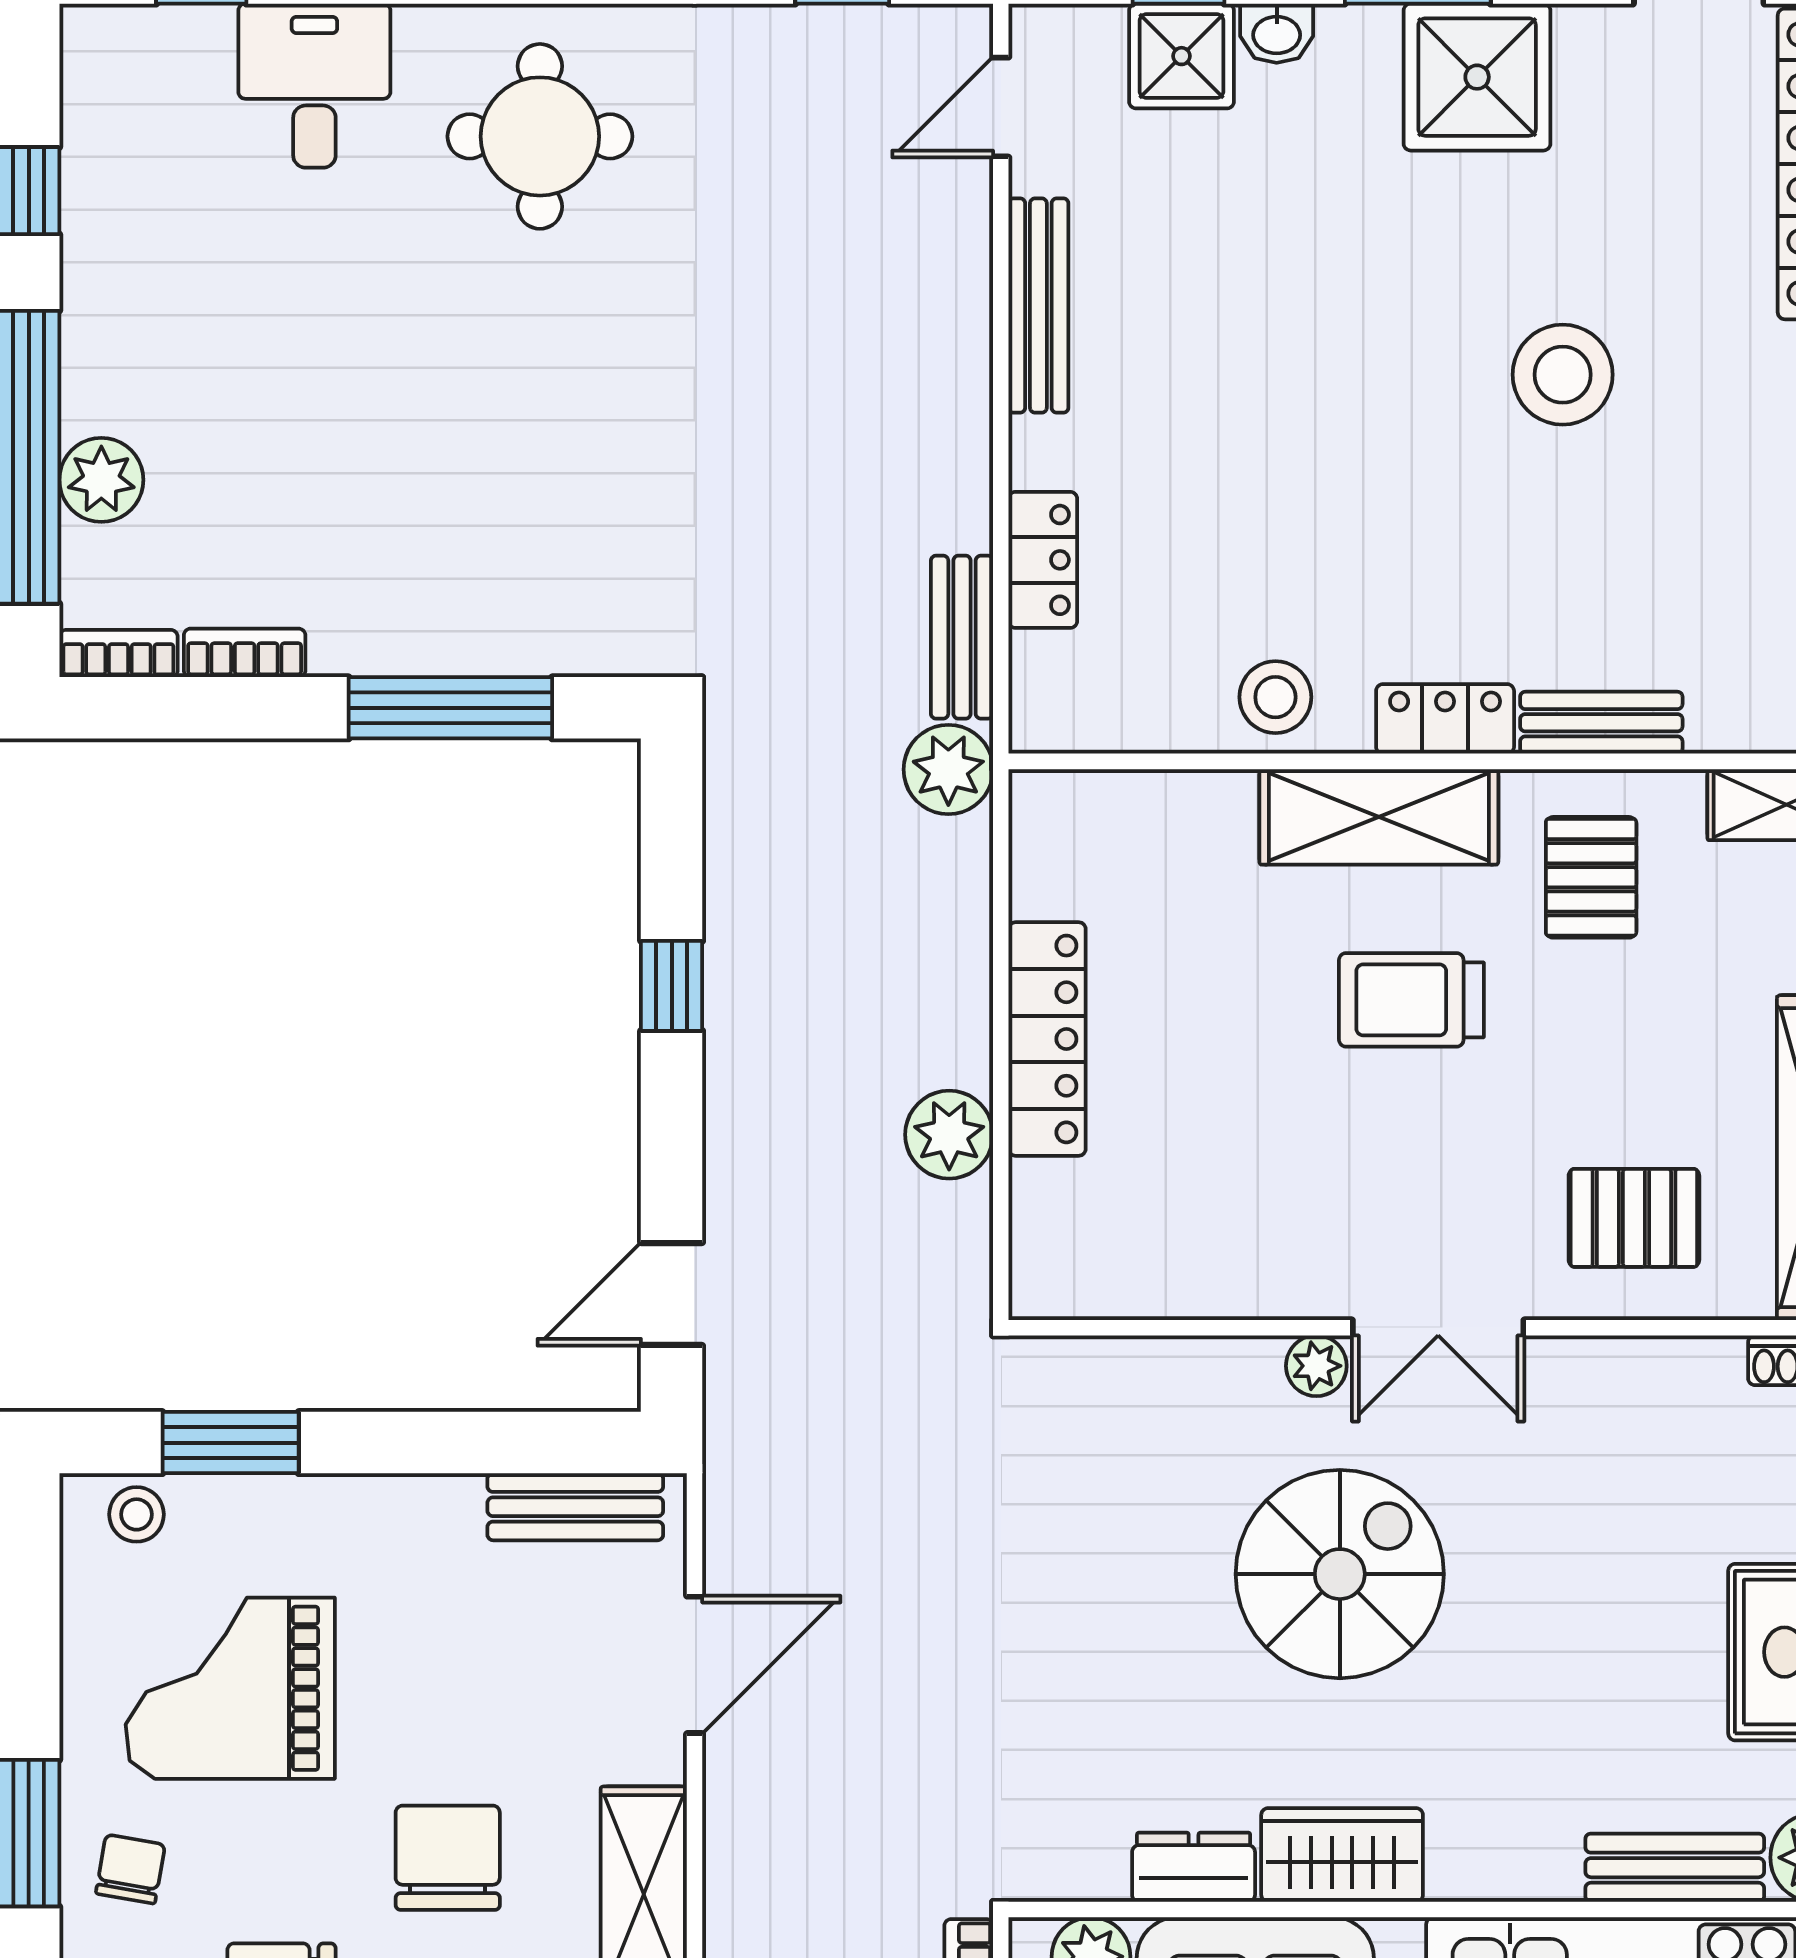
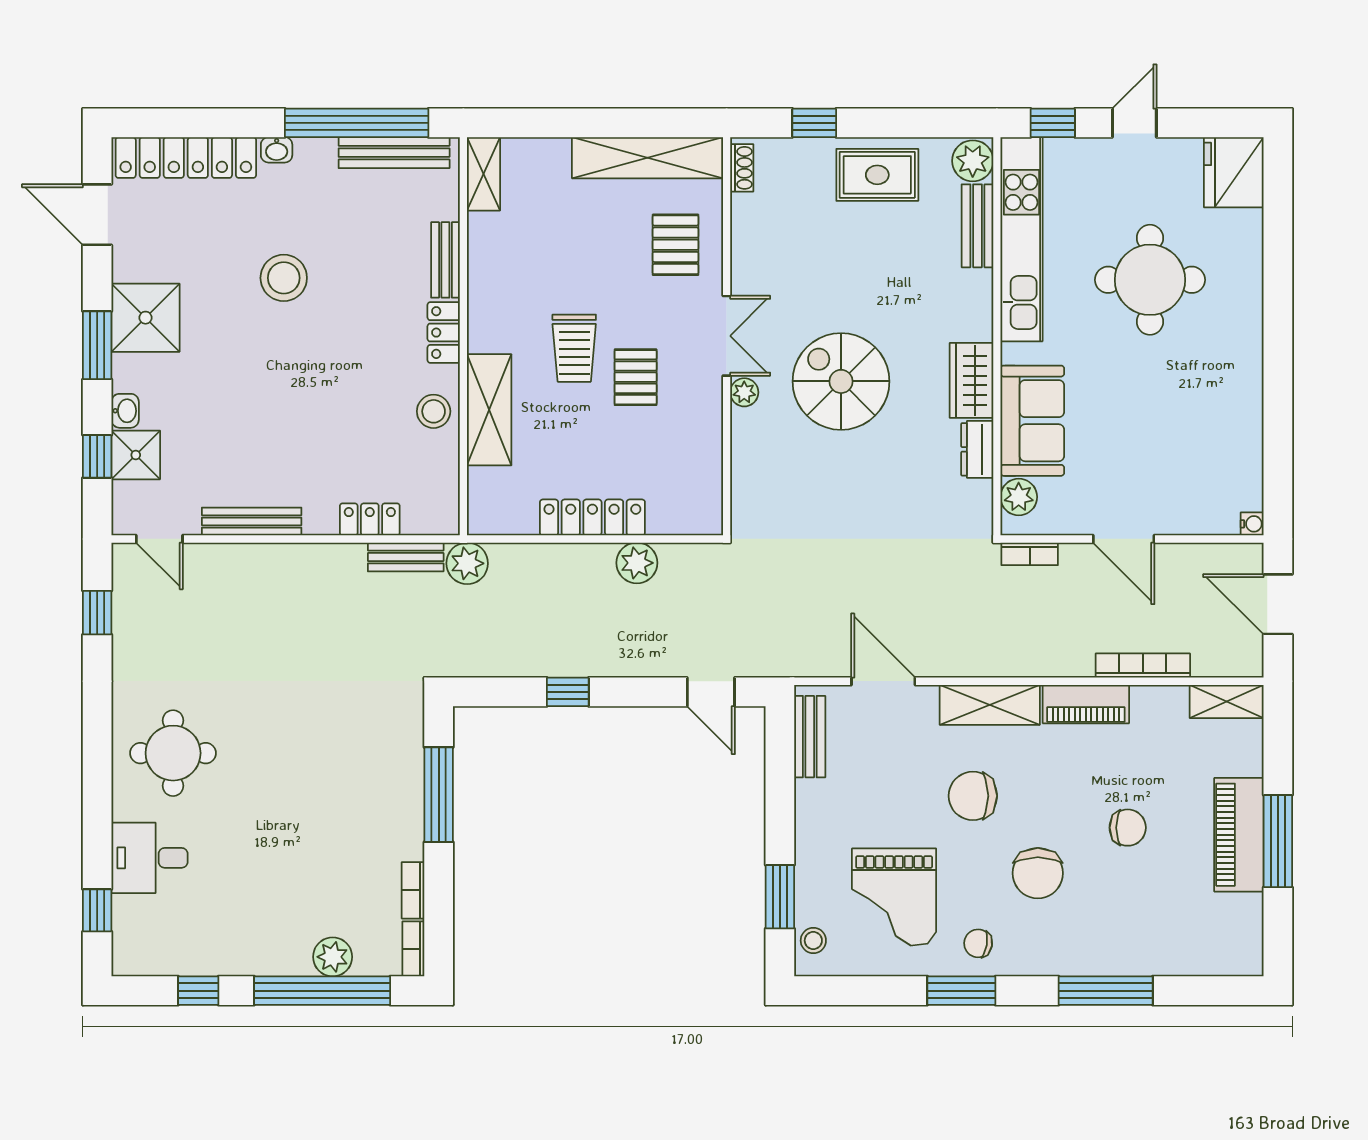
shelving: (1379, 817) -> (489, 410), moved
pallet: (1591, 877) -> (636, 377), moved, turned 90

